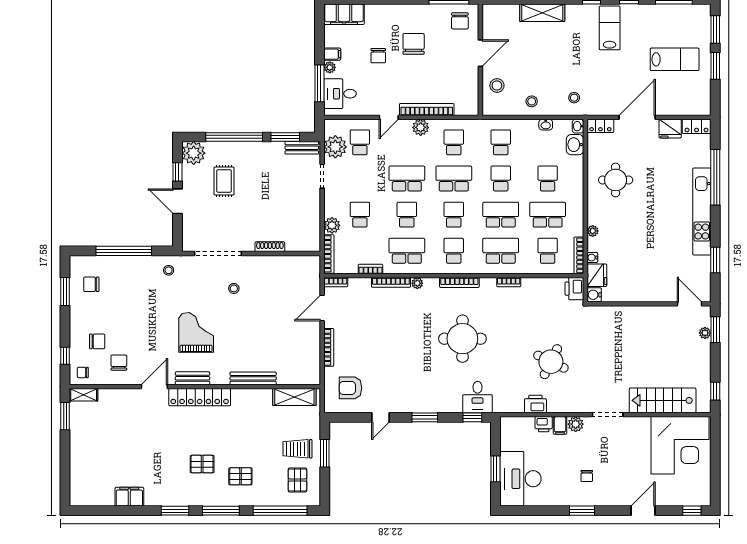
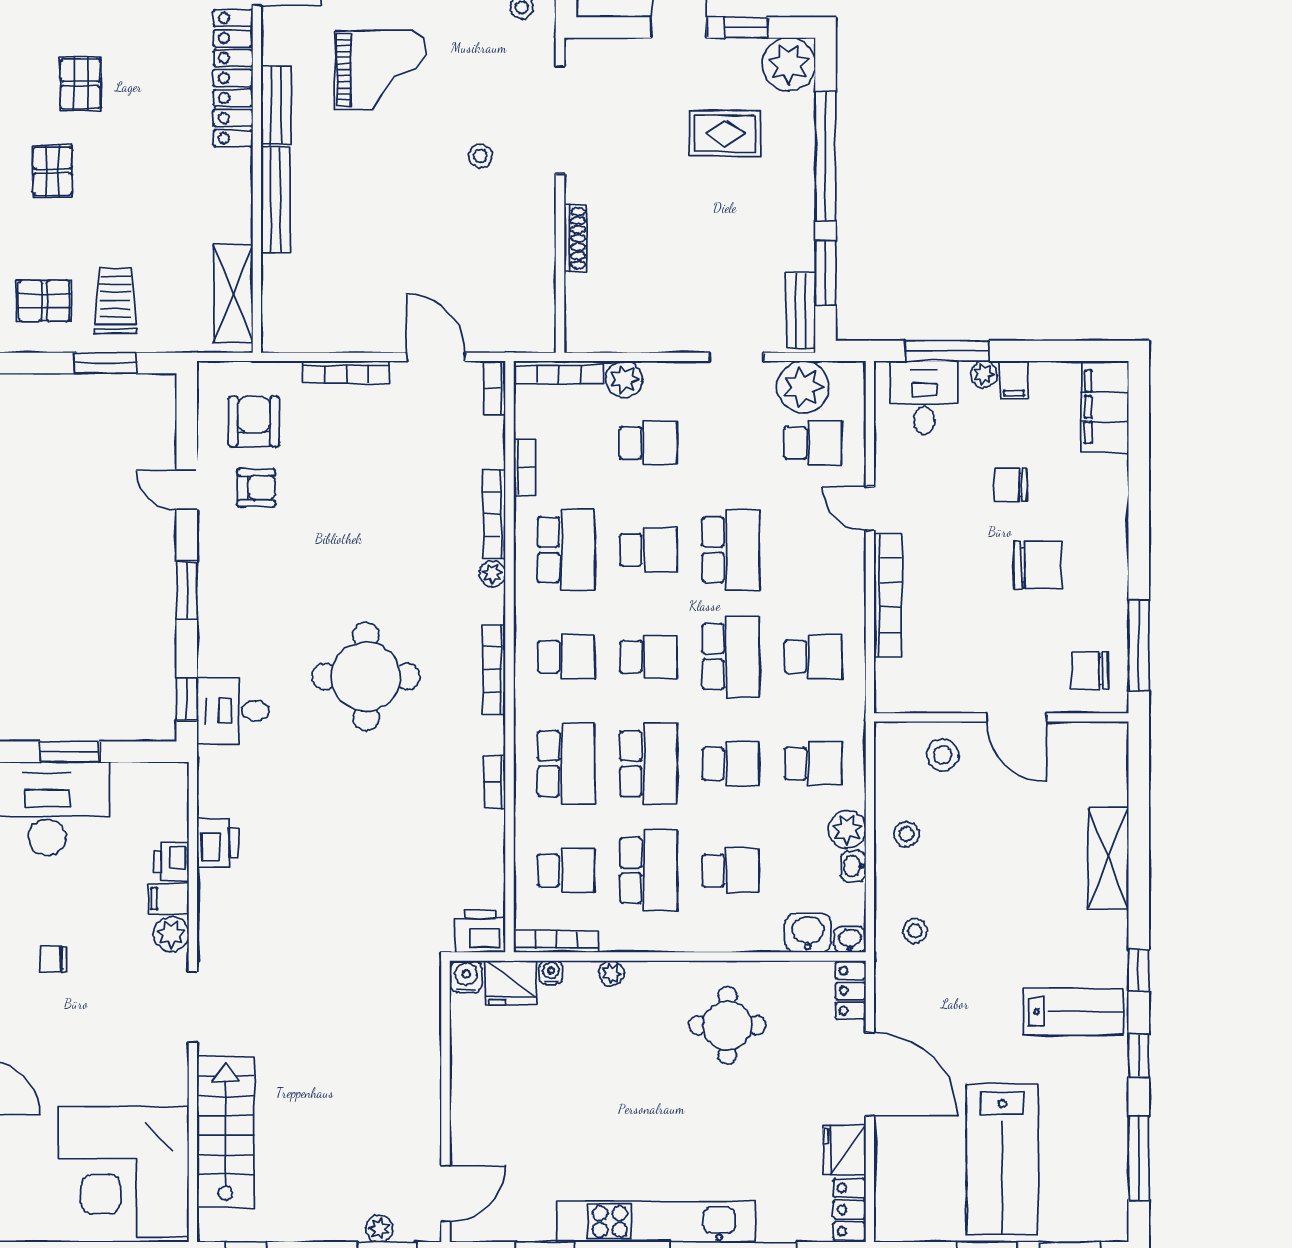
lab bench: (675, 59) -> (1002, 1160), width x1.36, depth x1.39
plant: (421, 127) -> (847, 829), moved
round table: (551, 362) -> (314, 878), removed
bench: (192, 378) -> (276, 105), moved
armchair: (380, 387) -> (256, 488), added

